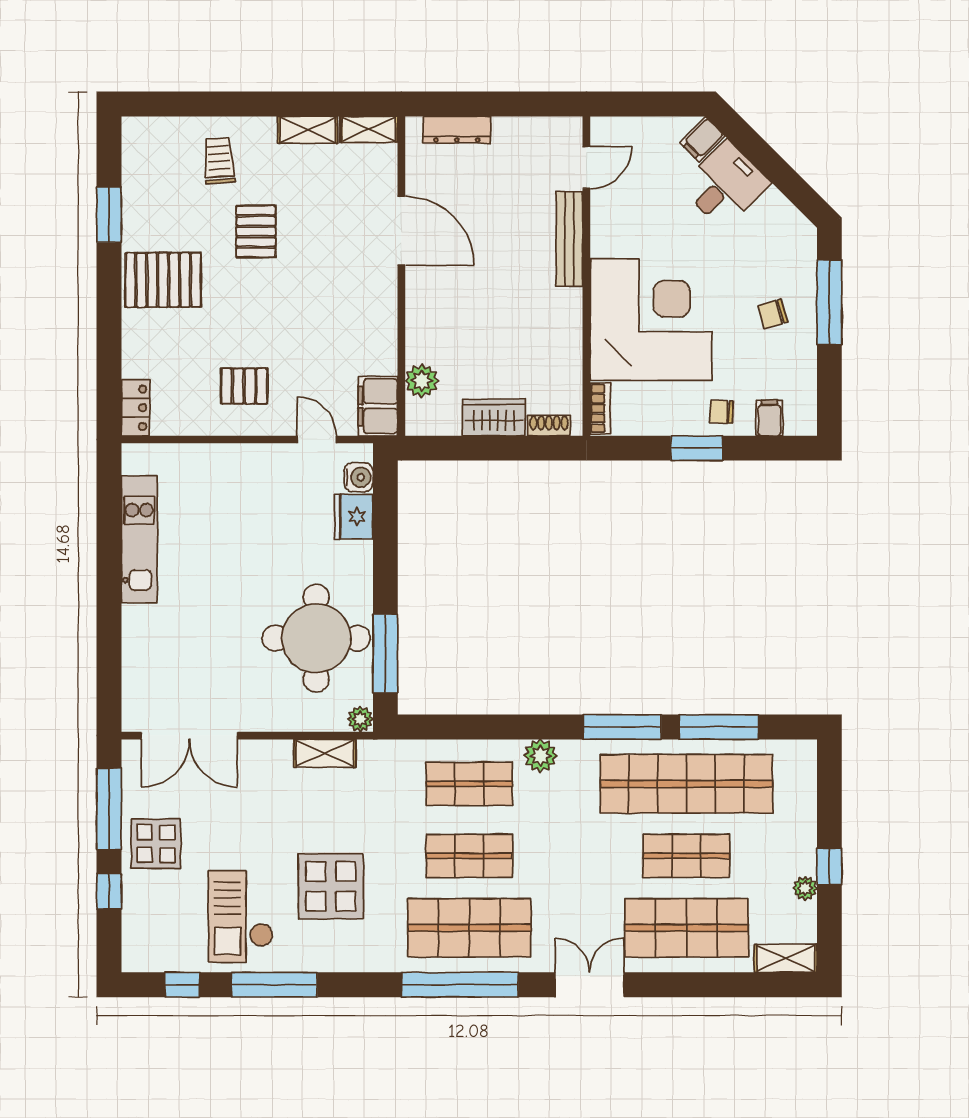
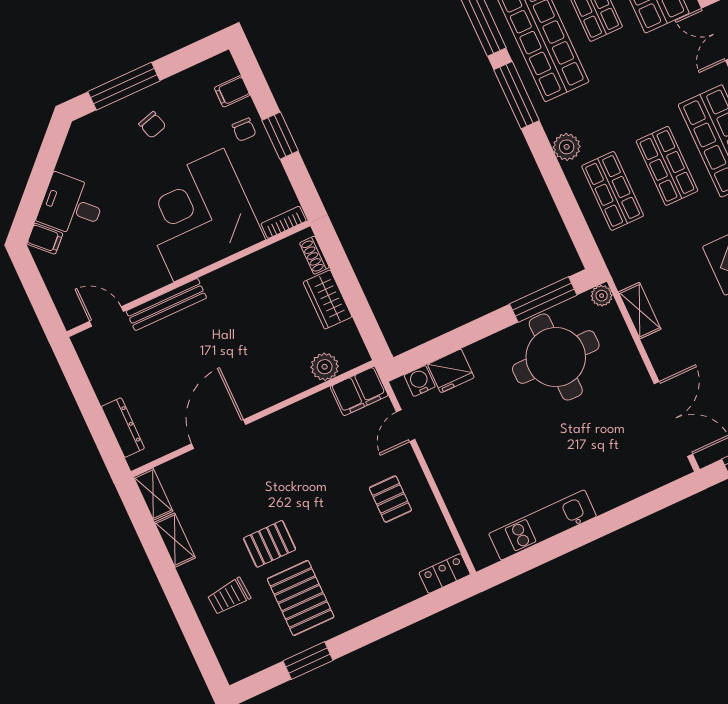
pallet: (163, 280) -> (301, 598), moved

